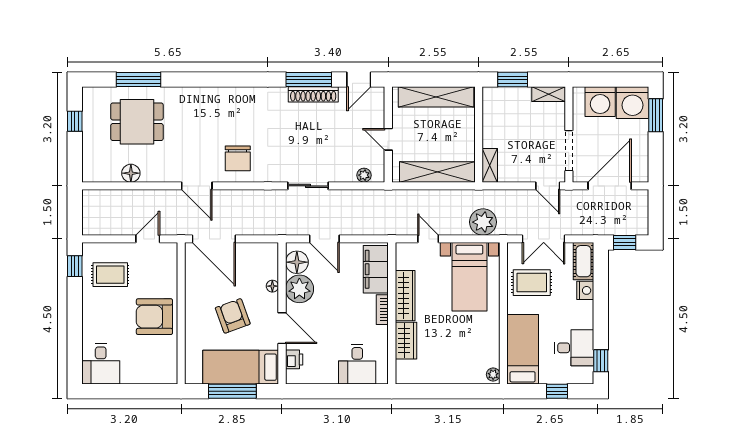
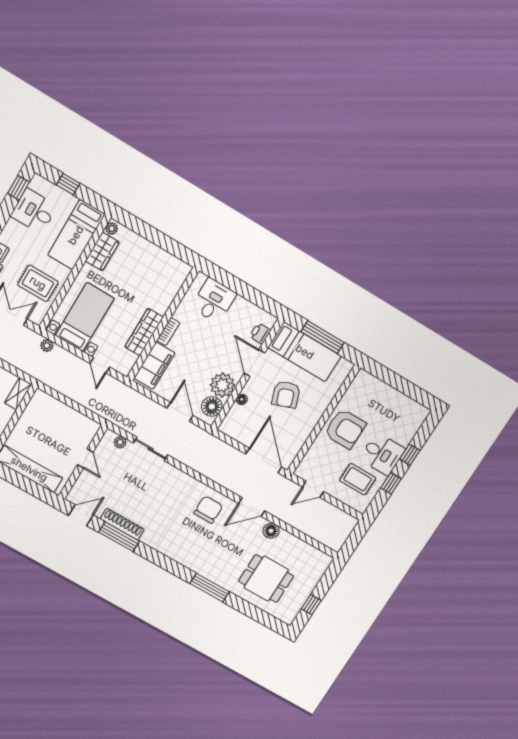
window: (138, 80) -> (210, 588), moved
shelving: (437, 172) -> (62, 412), removed
floor lamp: (131, 173) -> (271, 531), moved
door: (197, 186) -> (252, 507), swing flipped
sliding door: (308, 186) -> (150, 449), moved
plant: (483, 222) -> (47, 346), width x0.53, depth x0.53
window: (75, 266) -> (391, 483), moved
window: (75, 329) -> (410, 455), added
wardrobe: (406, 341) -> (102, 252), moved, turned 180
desk: (101, 364) -> (382, 454), moved, turned 90

